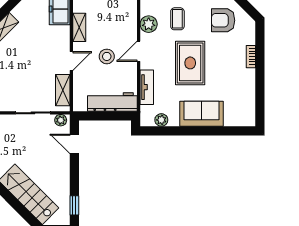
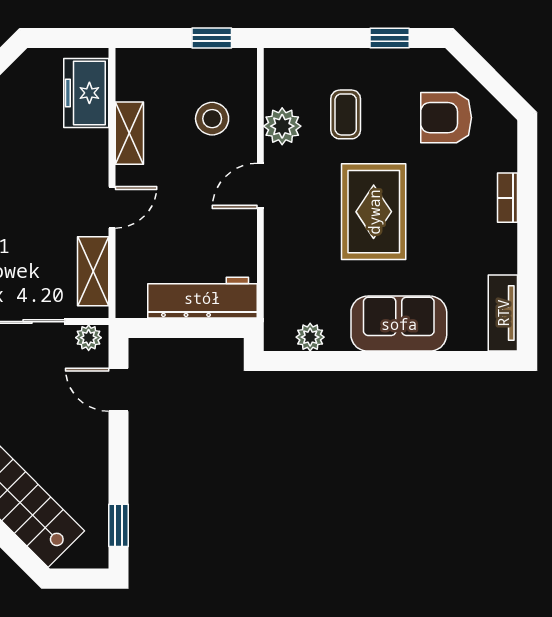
stool: (107, 56) -> (212, 119), moved
tv unit: (147, 87) -> (503, 313), moved, turned 180

